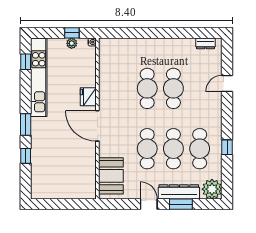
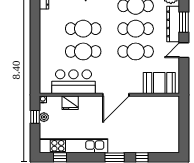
bar counter: (112, 77) -> (73, 82), added
fridge: (88, 97) -> (70, 103), moved

